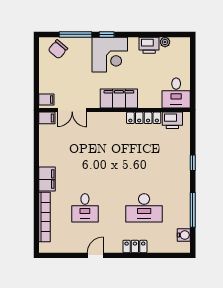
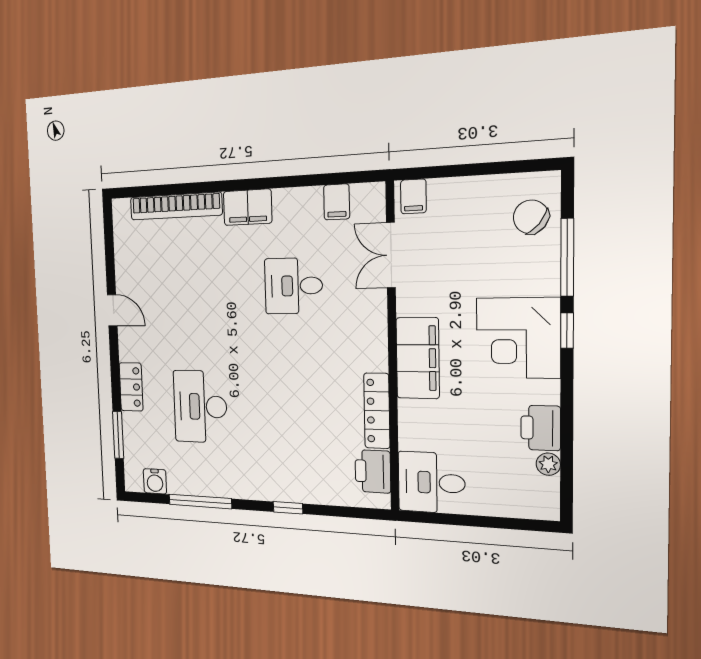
filing cabinet: (47, 118) -> (337, 202), moved
desk: (85, 208) -> (293, 286), moved
window: (160, 255) -> (118, 435), added

